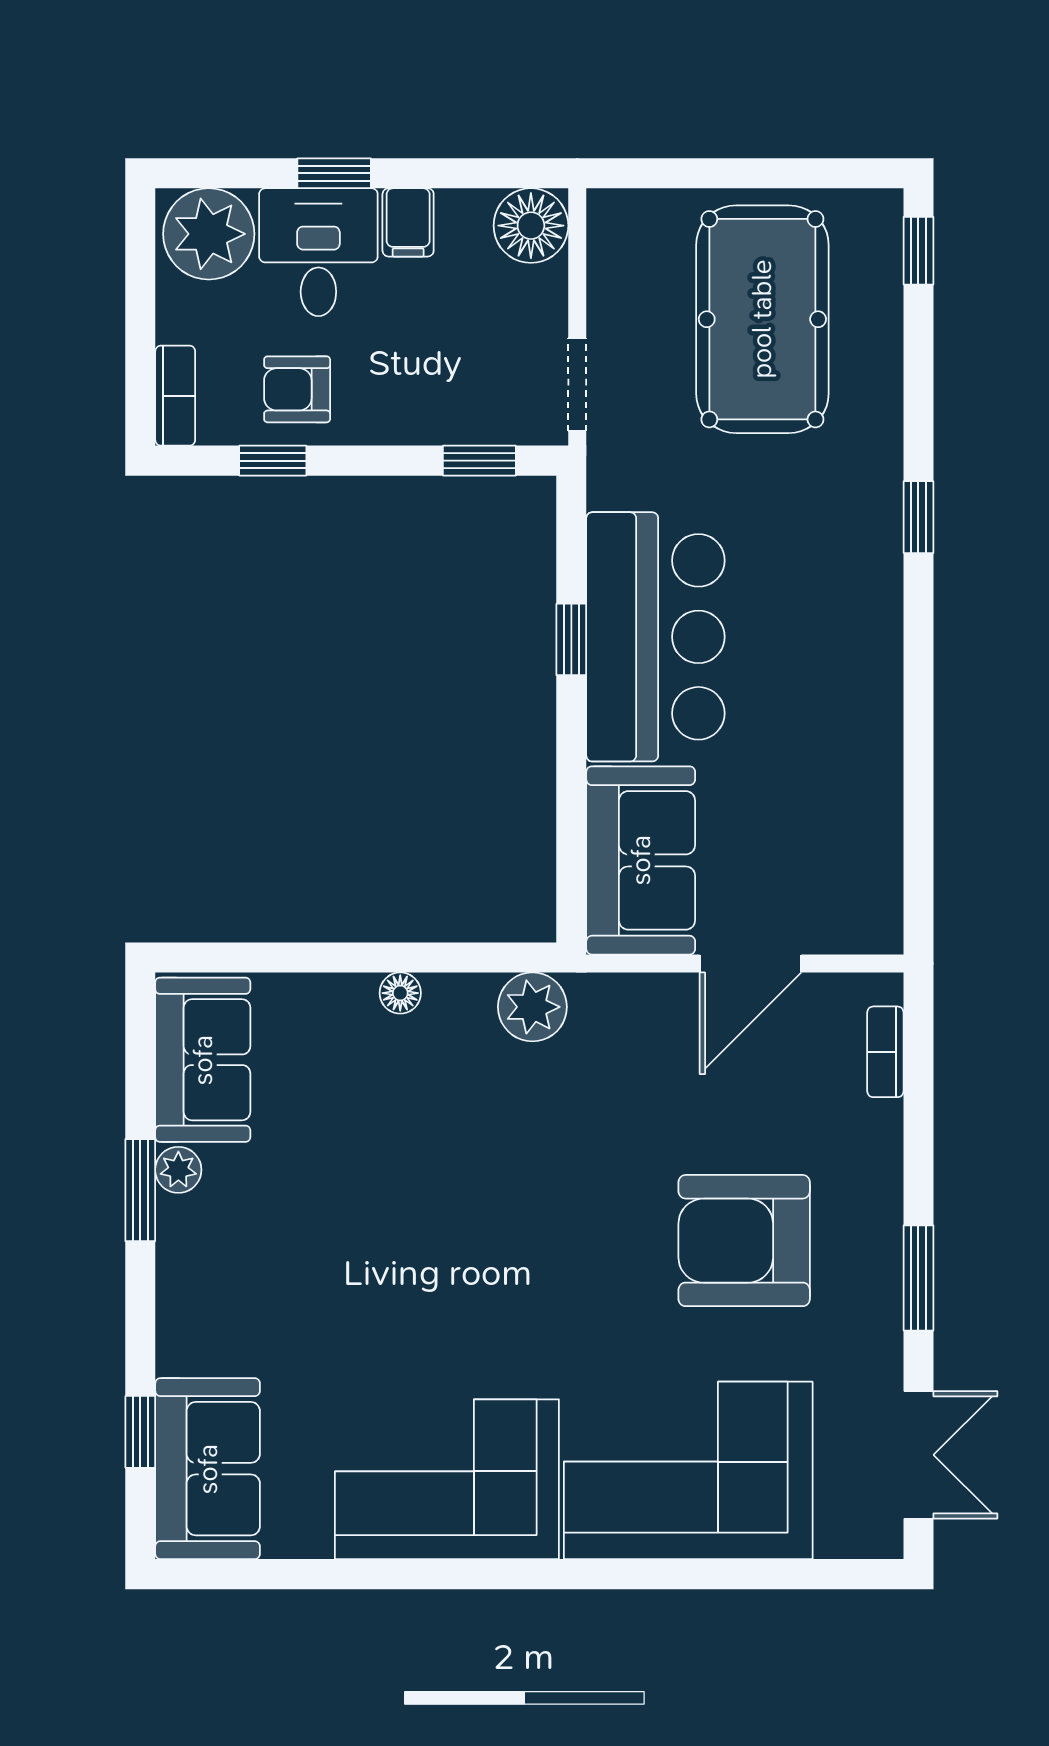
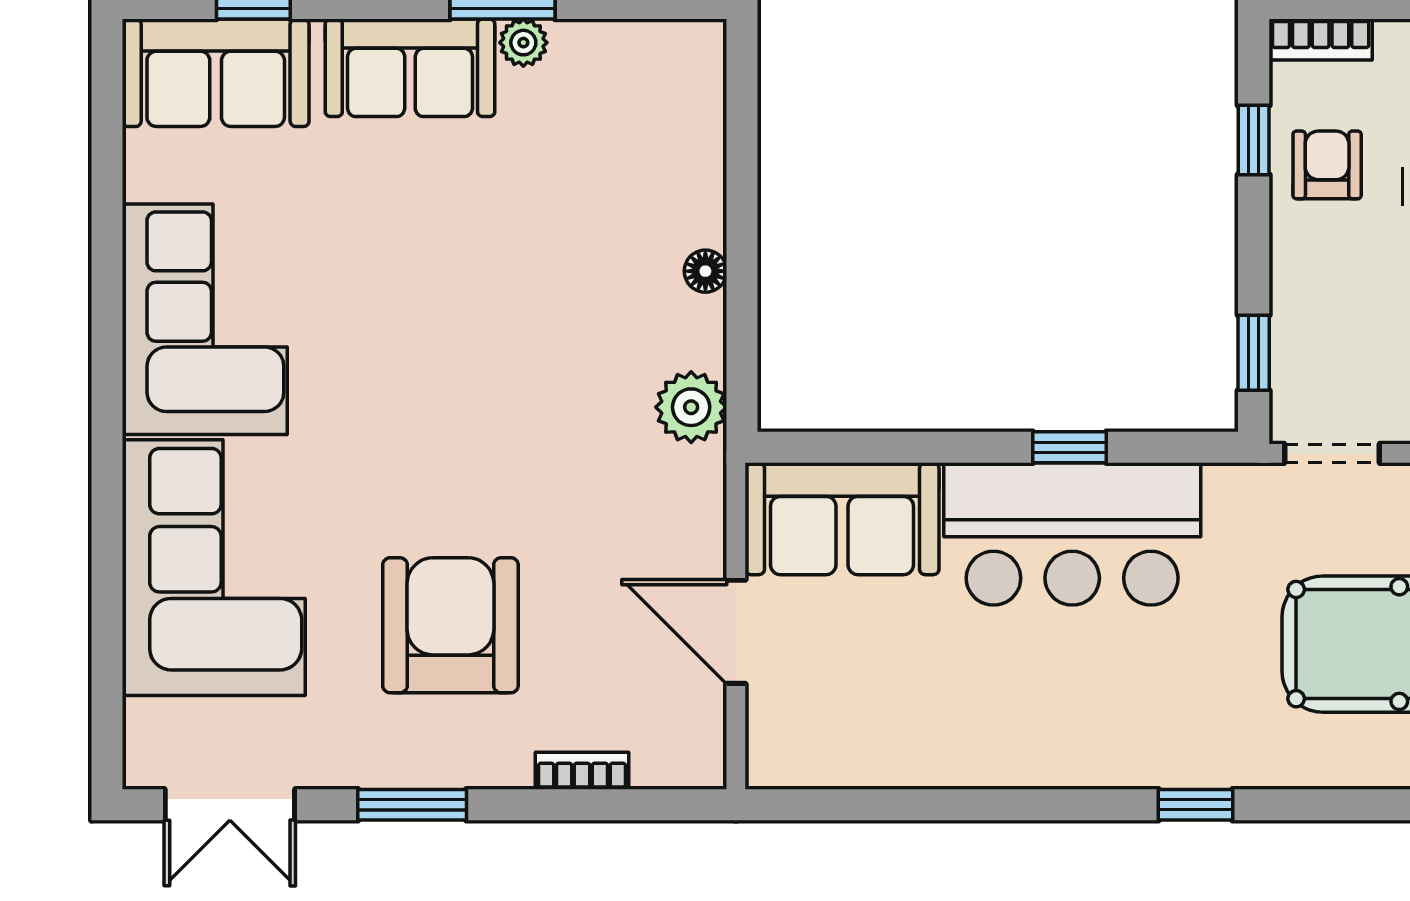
bookcase: (885, 1052) -> (582, 771), moved
sofa: (203, 1060) -> (410, 68), moved

